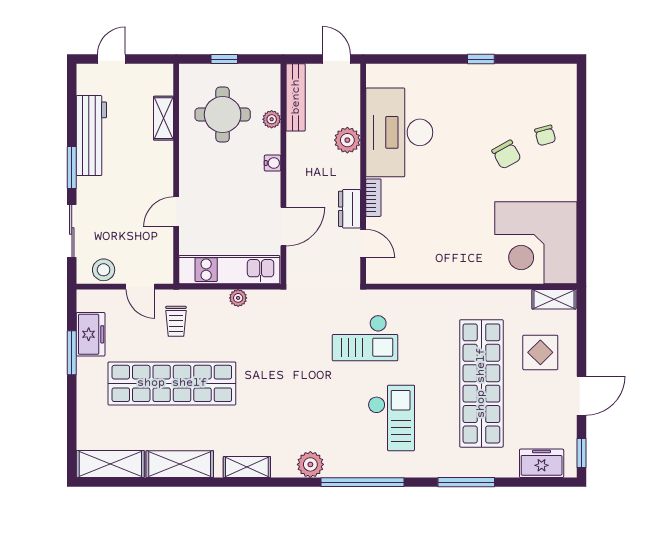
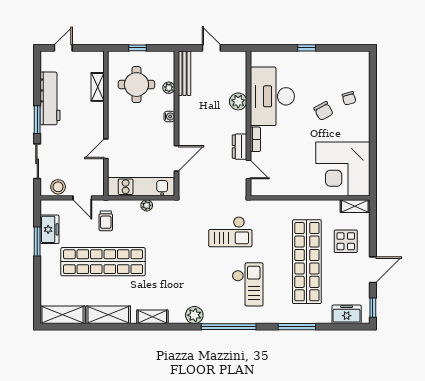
desk: (399, 132) -> (272, 96), moved
plant: (347, 140) -> (238, 101), moved
wall: (363, 174) -> (249, 124), moved
bookcase: (373, 198) -> (255, 139), moved
dresser: (350, 209) -> (240, 147), moved
door: (363, 243) -> (249, 170), moved

